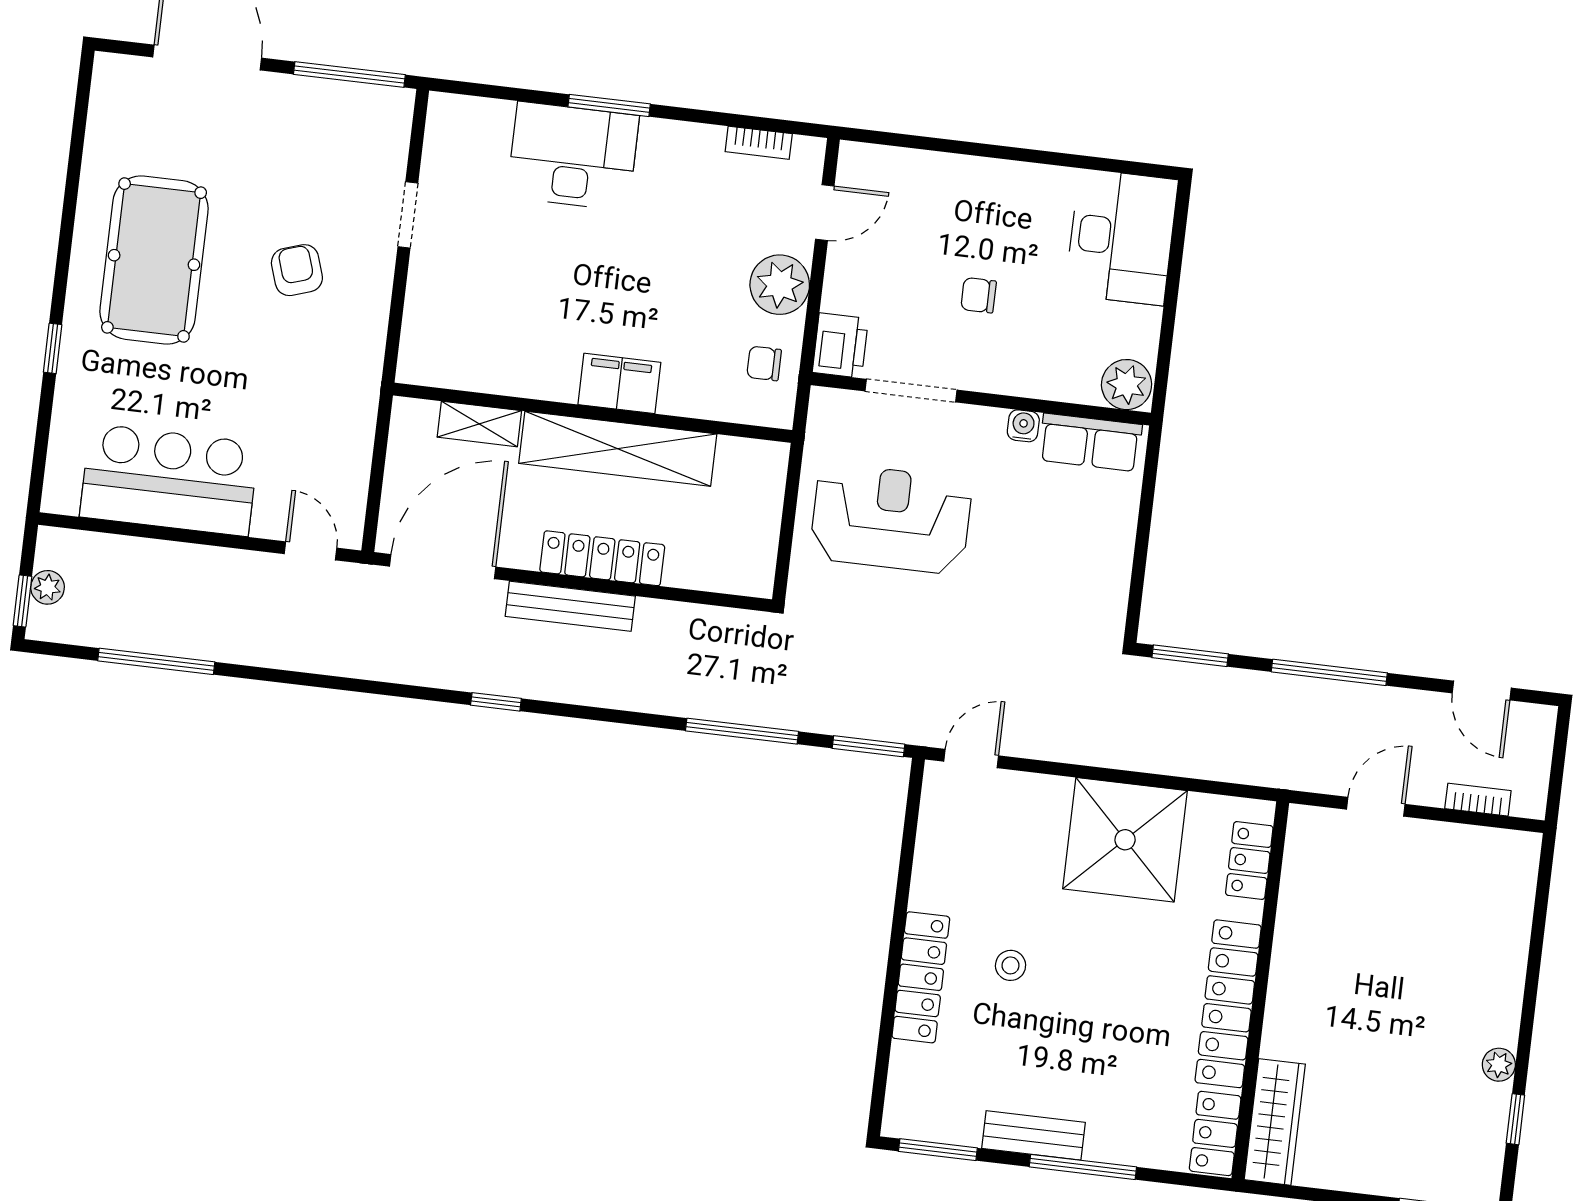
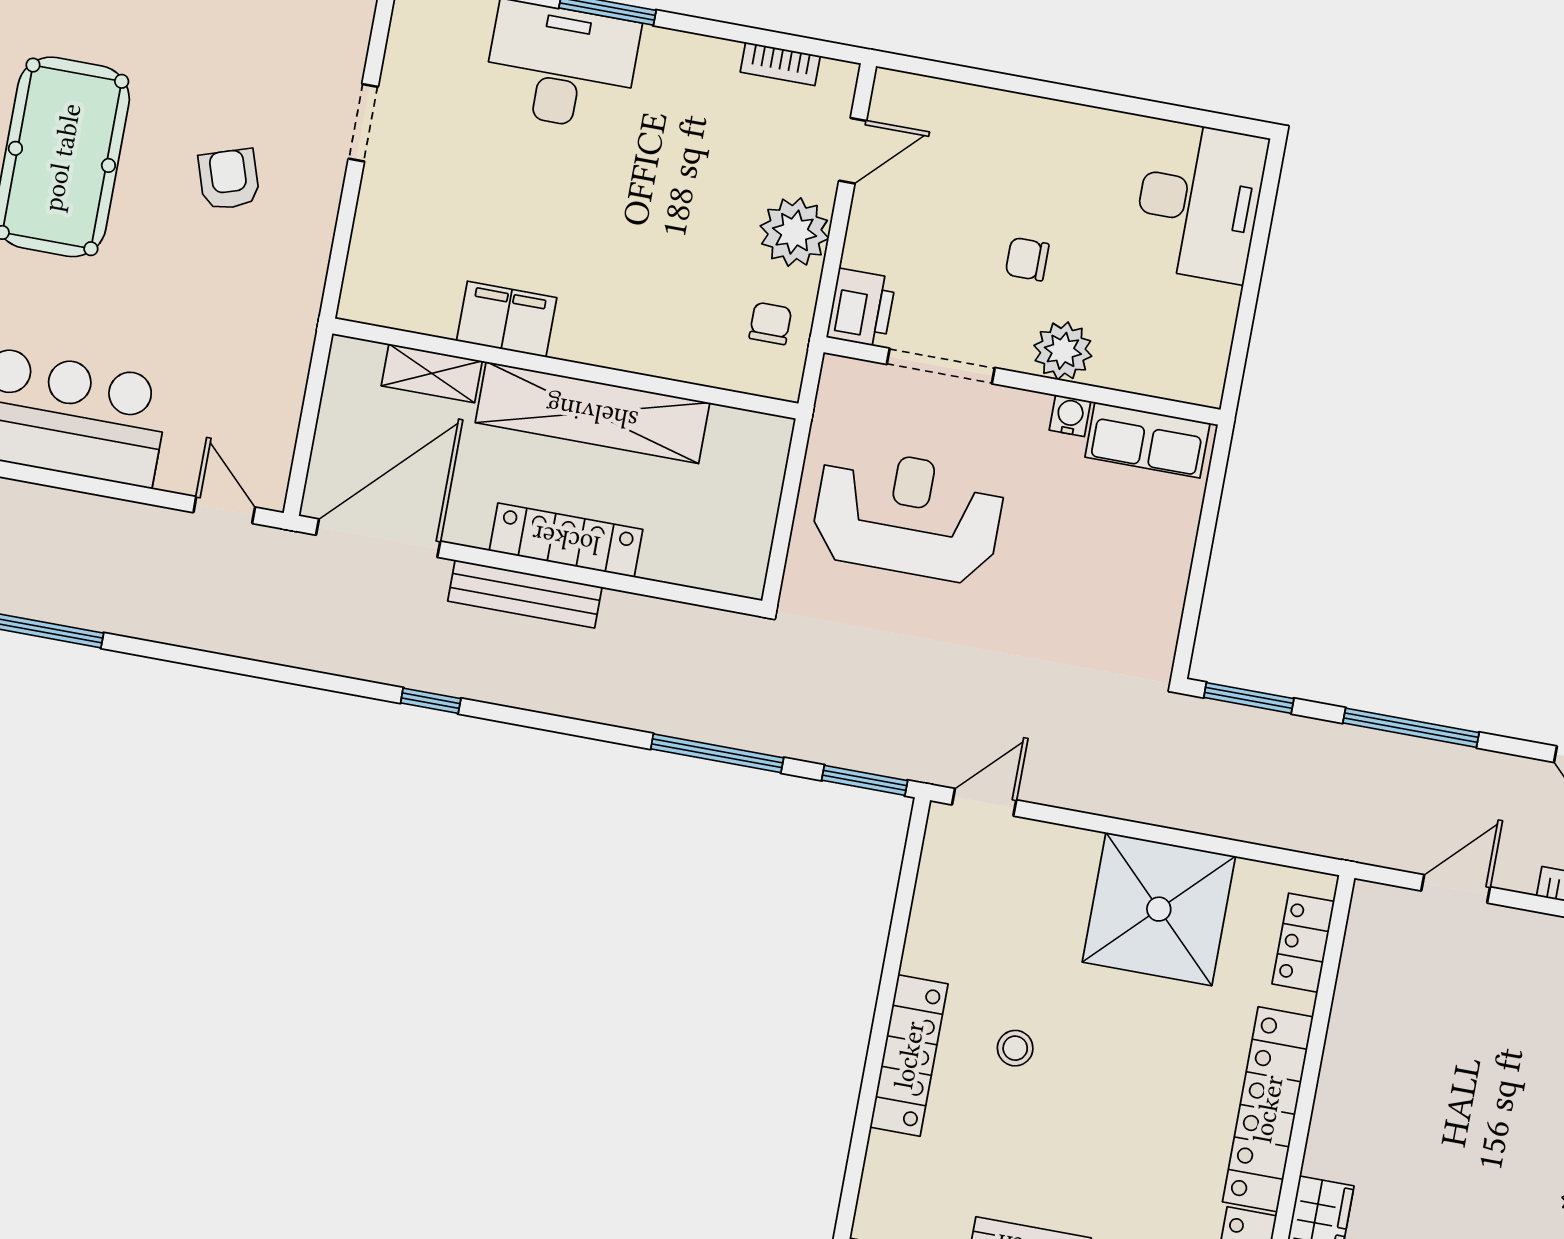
chair: (764, 363) -> (770, 323), turned 90
filing cabinet: (619, 383) -> (507, 319), moved
plant: (1127, 385) -> (1063, 351), moved

